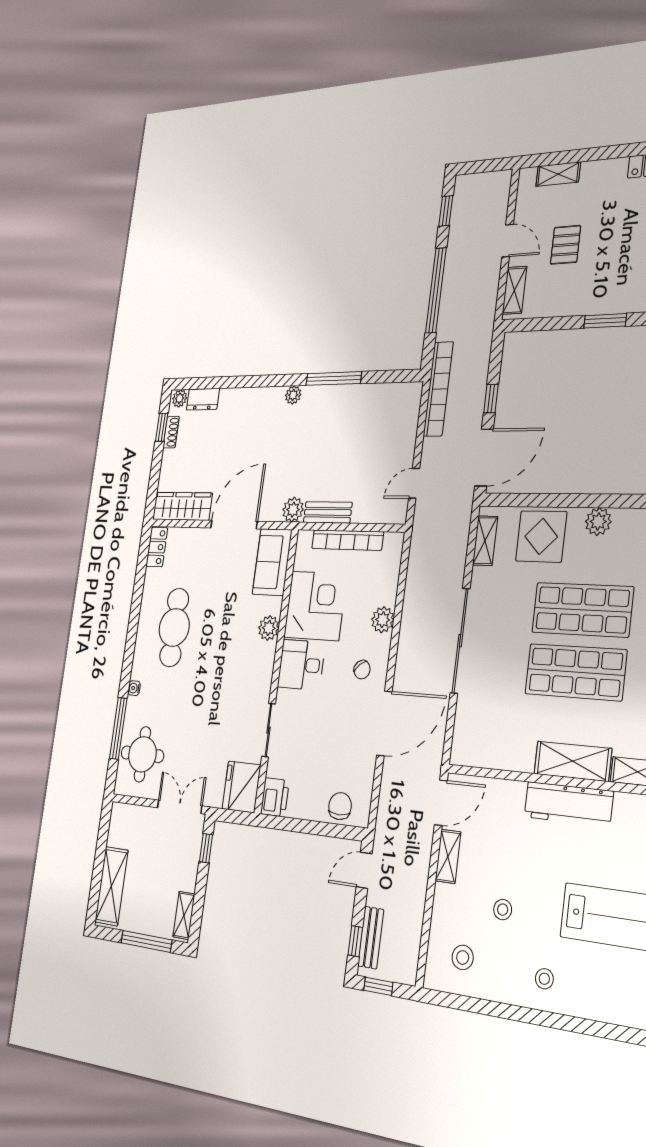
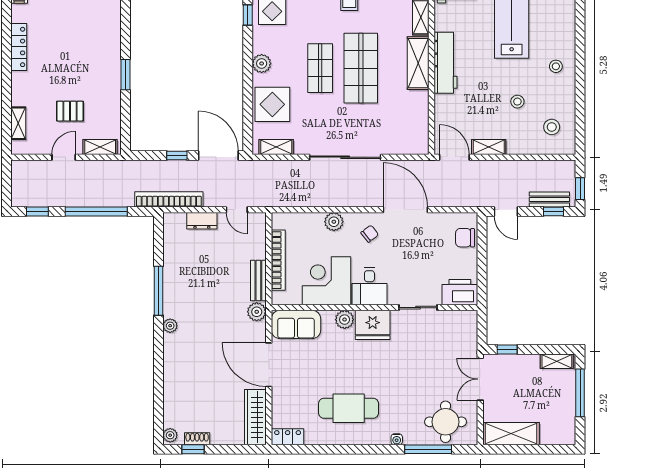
dresser: (203, 399) -> (202, 221), moved, turned 90
shop shelf: (582, 610) -> (320, 68), width x0.70, depth x0.74
fridge: (241, 787) -> (373, 325), moved
printer: (275, 797) -> (460, 292), width x1.37, depth x1.19
shelving: (111, 886) -> (511, 434), moved

